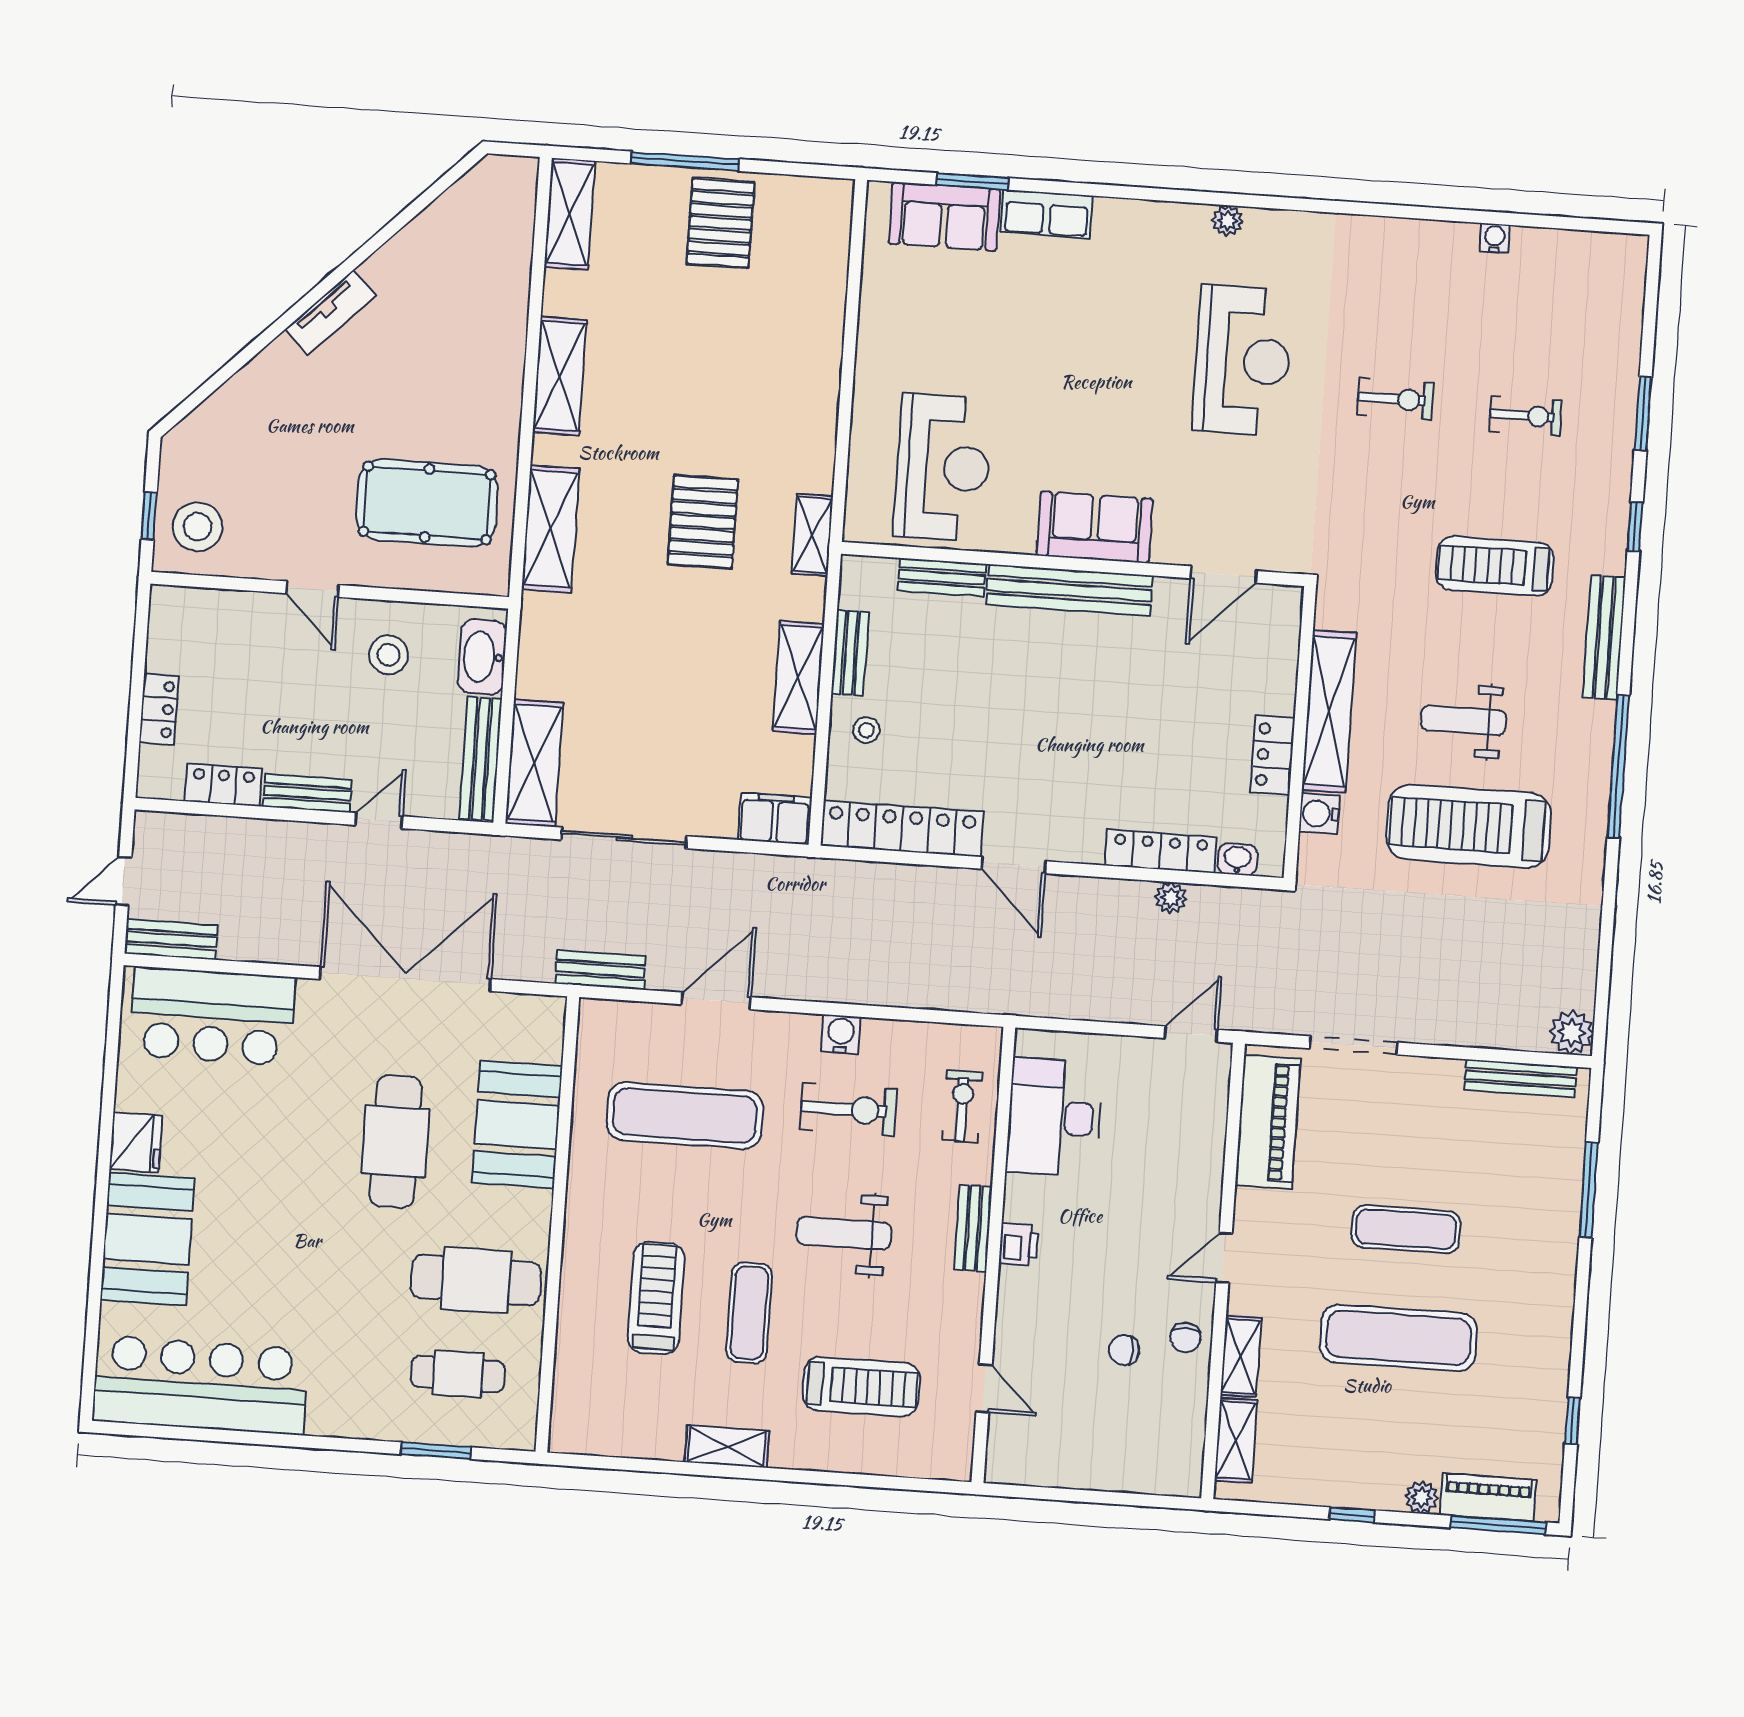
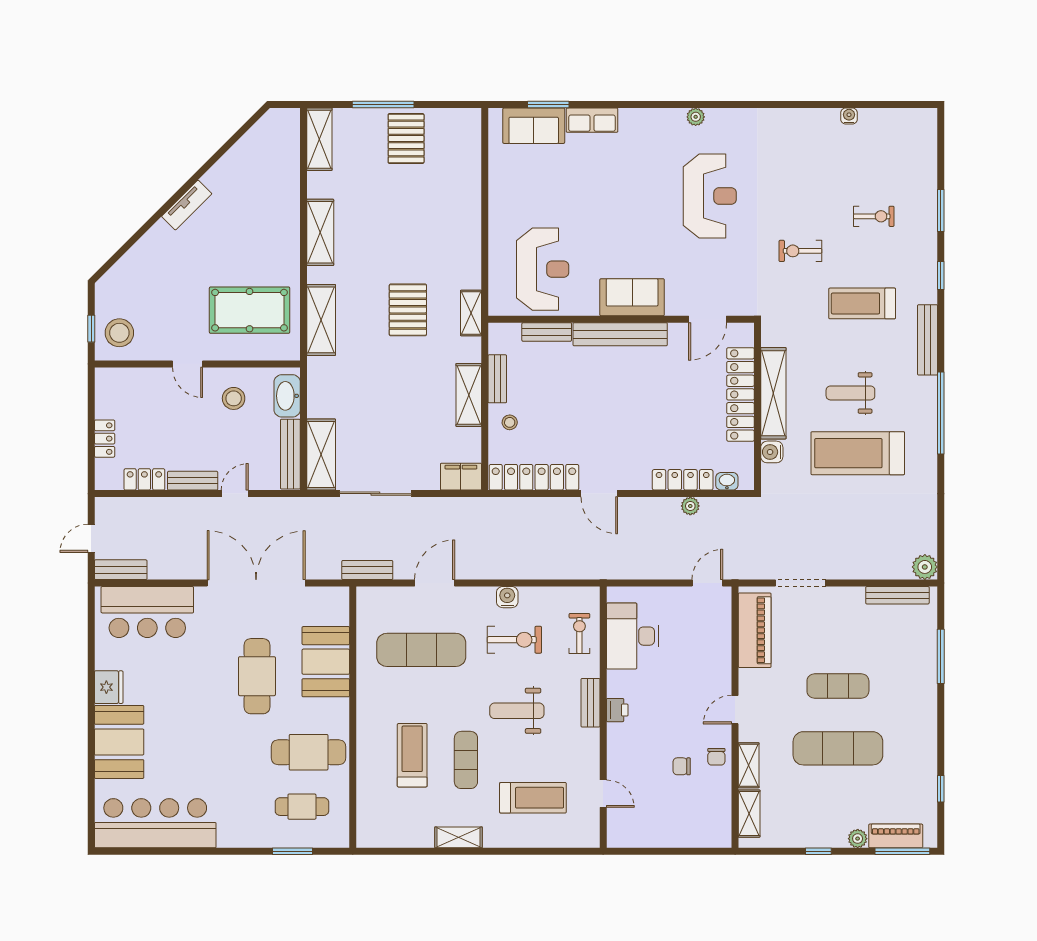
exercise bike: (1395, 399) -> (800, 251), moved, turned 180
locker: (1273, 755) -> (741, 394), width x2.16, depth x1.21

